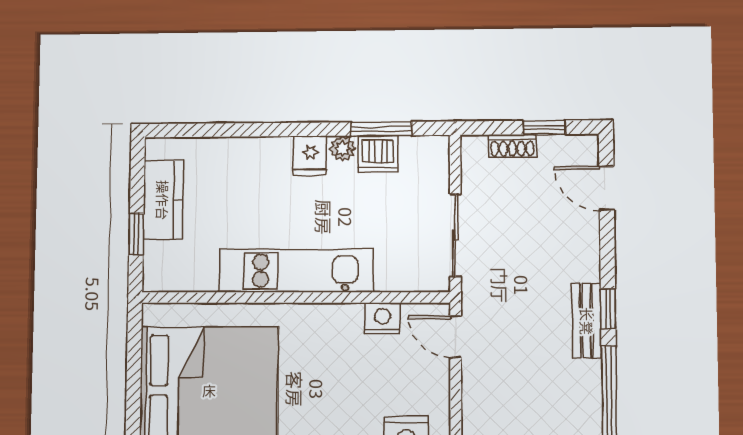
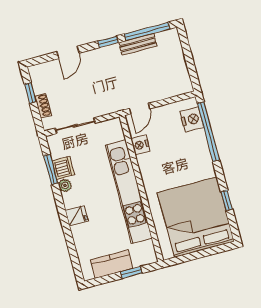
fridge: (310, 156) -> (77, 216), moved
door: (607, 188) -> (68, 52), moved
sliding door: (455, 235) -> (75, 126), moved
kitchen unit: (296, 271) -> (129, 192), width x1.36
bench: (587, 321) -> (138, 44), moved

